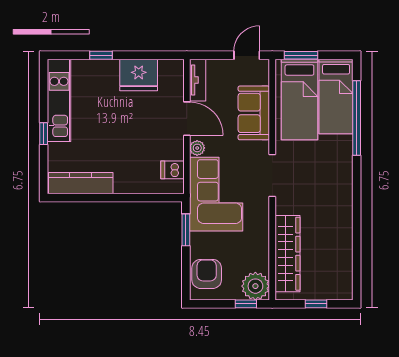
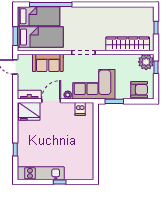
fridge: (139, 75) -> (29, 111), moved, turned 90
kitchen counter: (81, 183) -> (88, 161), removed
armchair: (207, 274) -> (139, 90), turned 180

